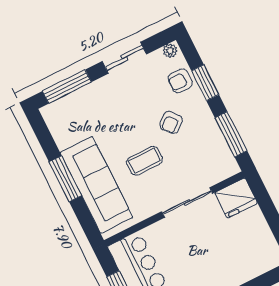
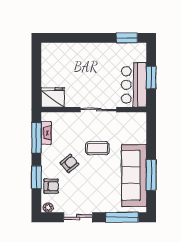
fireplace: (221, 147) -> (46, 133), added
window: (65, 179) -> (151, 175), moved
sofa: (96, 185) -> (134, 175), moved
sliding door: (187, 203) -> (99, 110), moved

